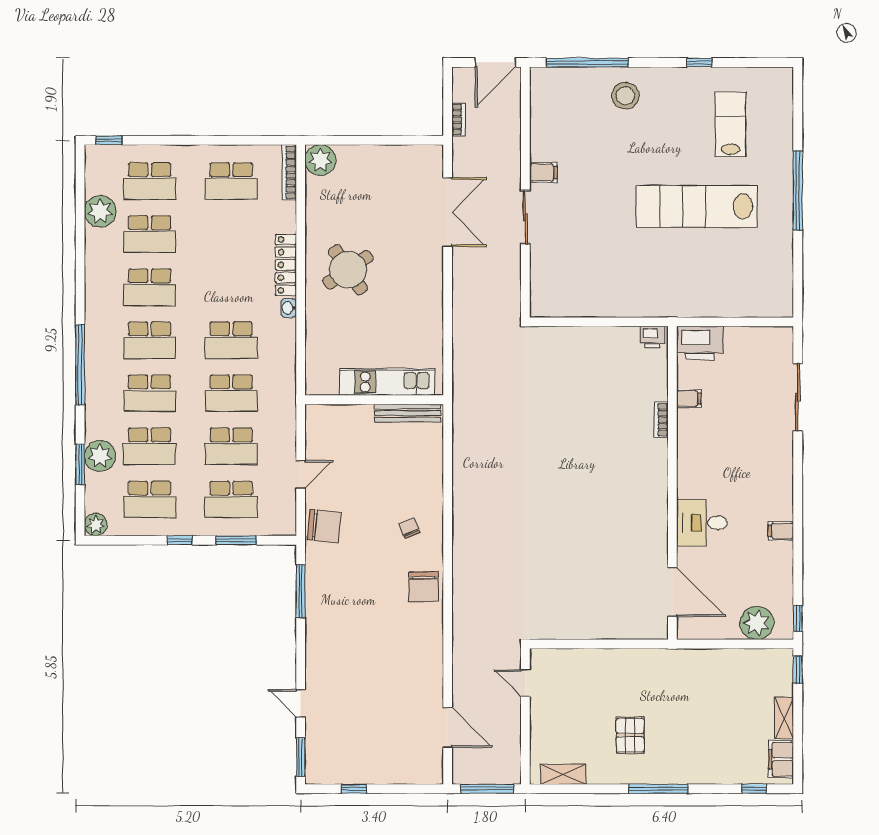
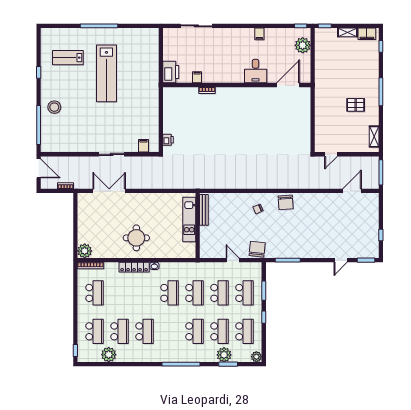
filing cabinet: (543, 172) -> (143, 146), moved
round table: (348, 270) -> (136, 238), turned 34
printer: (652, 337) -> (168, 140), moved
school desk: (150, 340) -> (170, 331), removed
chair: (423, 587) -> (286, 202), turned 86

